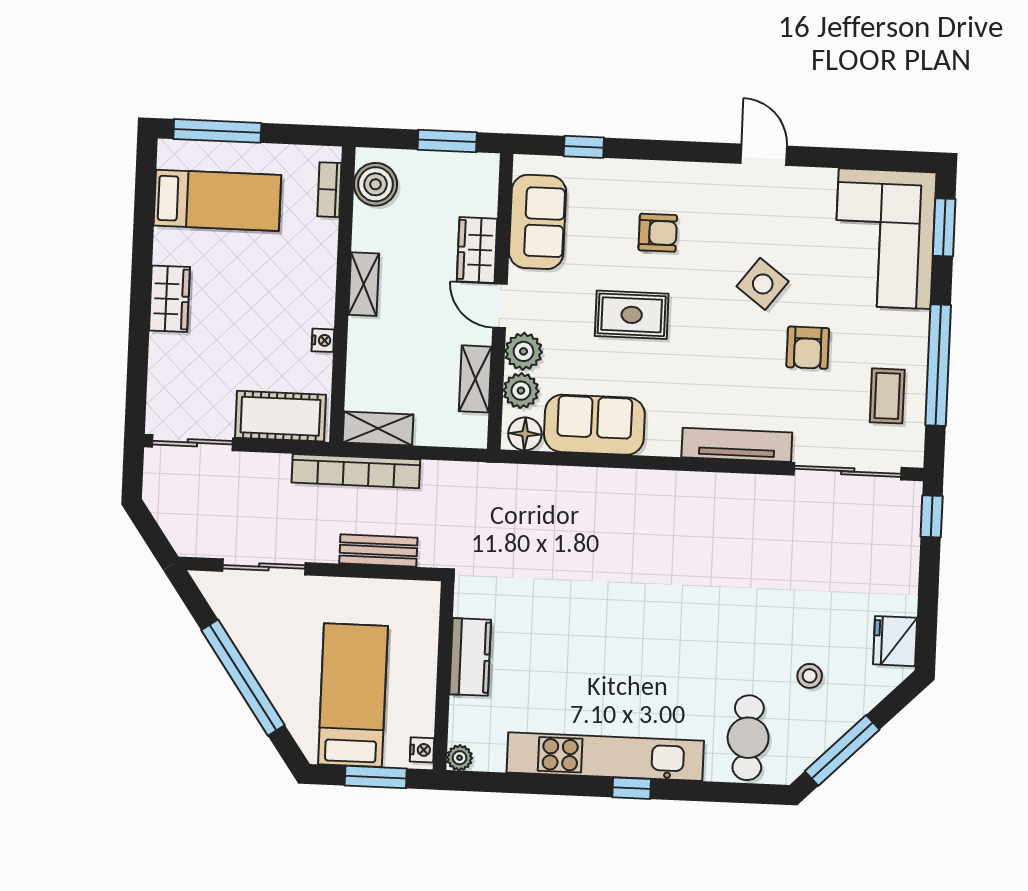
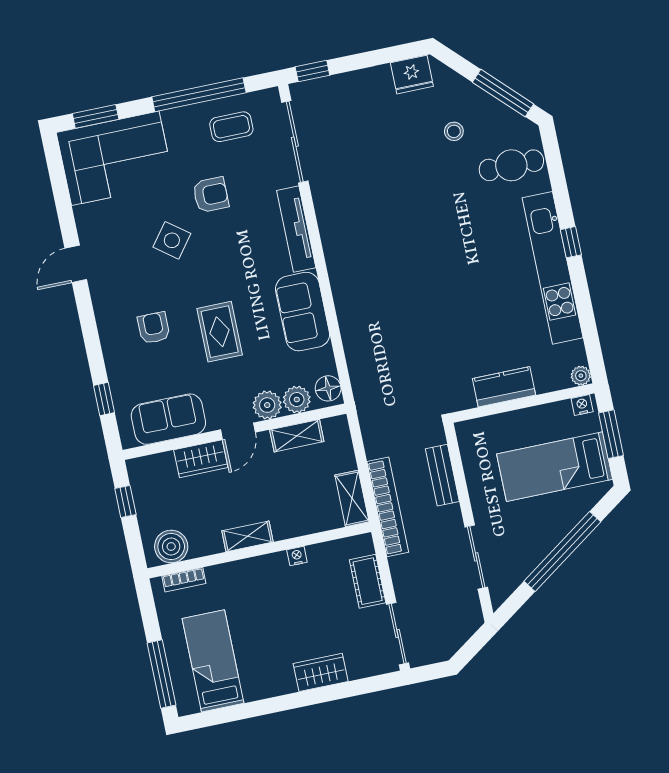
window: (447, 141) -> (125, 501), width x0.67
wardrobe: (169, 299) -> (321, 672), moved
cot: (280, 416) -> (368, 581), width x0.73, depth x0.75
sofa: (594, 425) -> (303, 312), moved

